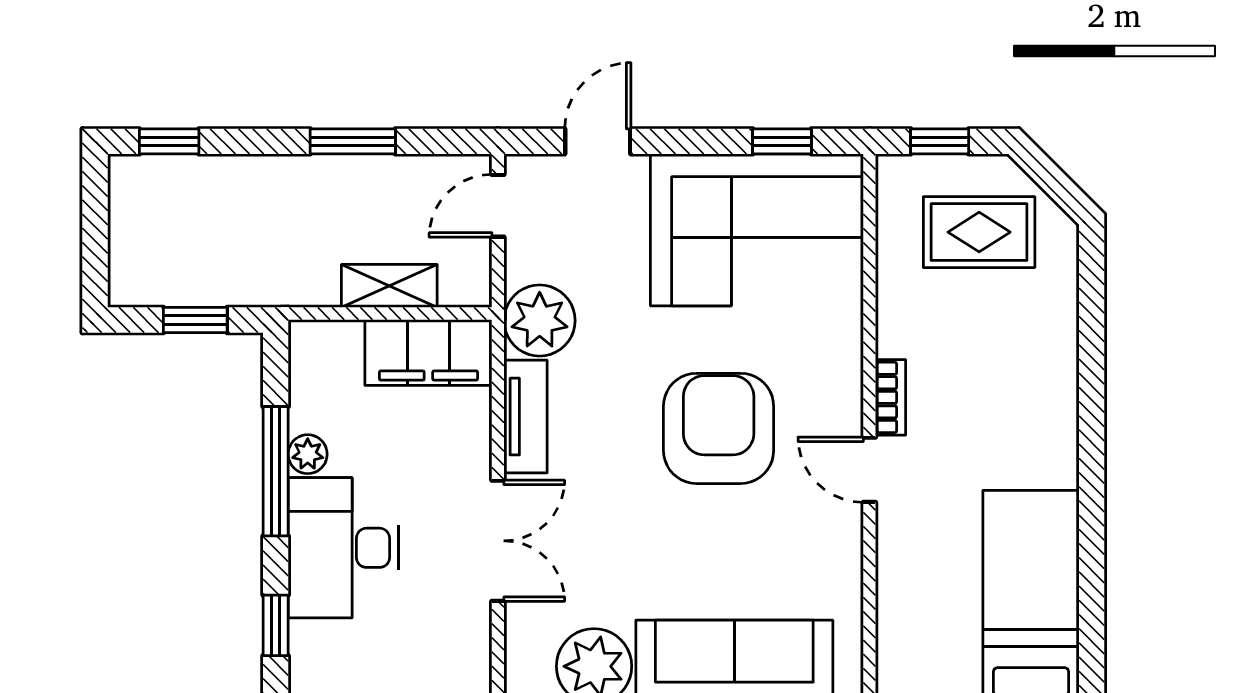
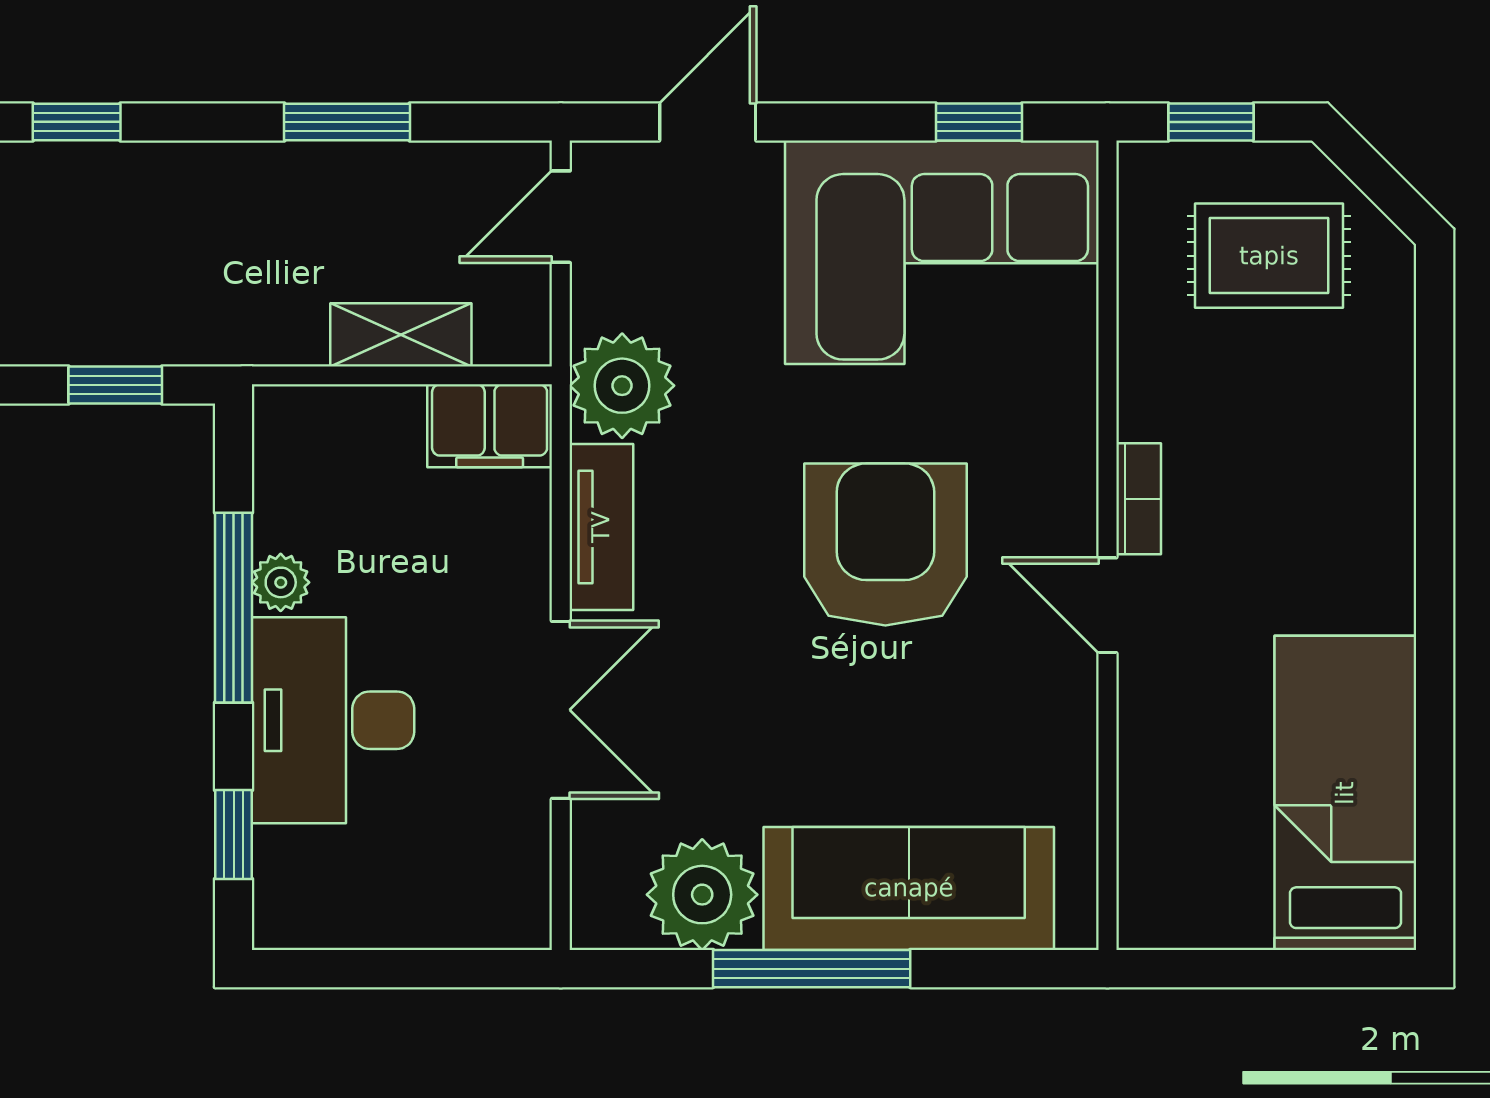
filing cabinet: (428, 352) -> (490, 426), width x0.67, depth x0.86

